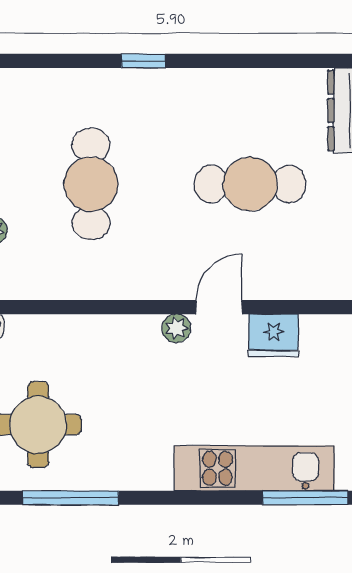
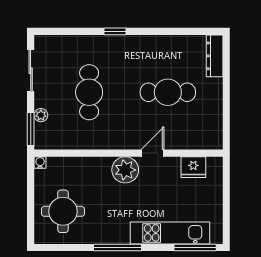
plant: (176, 328) -> (125, 170), width x1.87, depth x1.87
fridge: (273, 335) -> (193, 167), moved
window: (70, 498) -> (117, 248), moved

